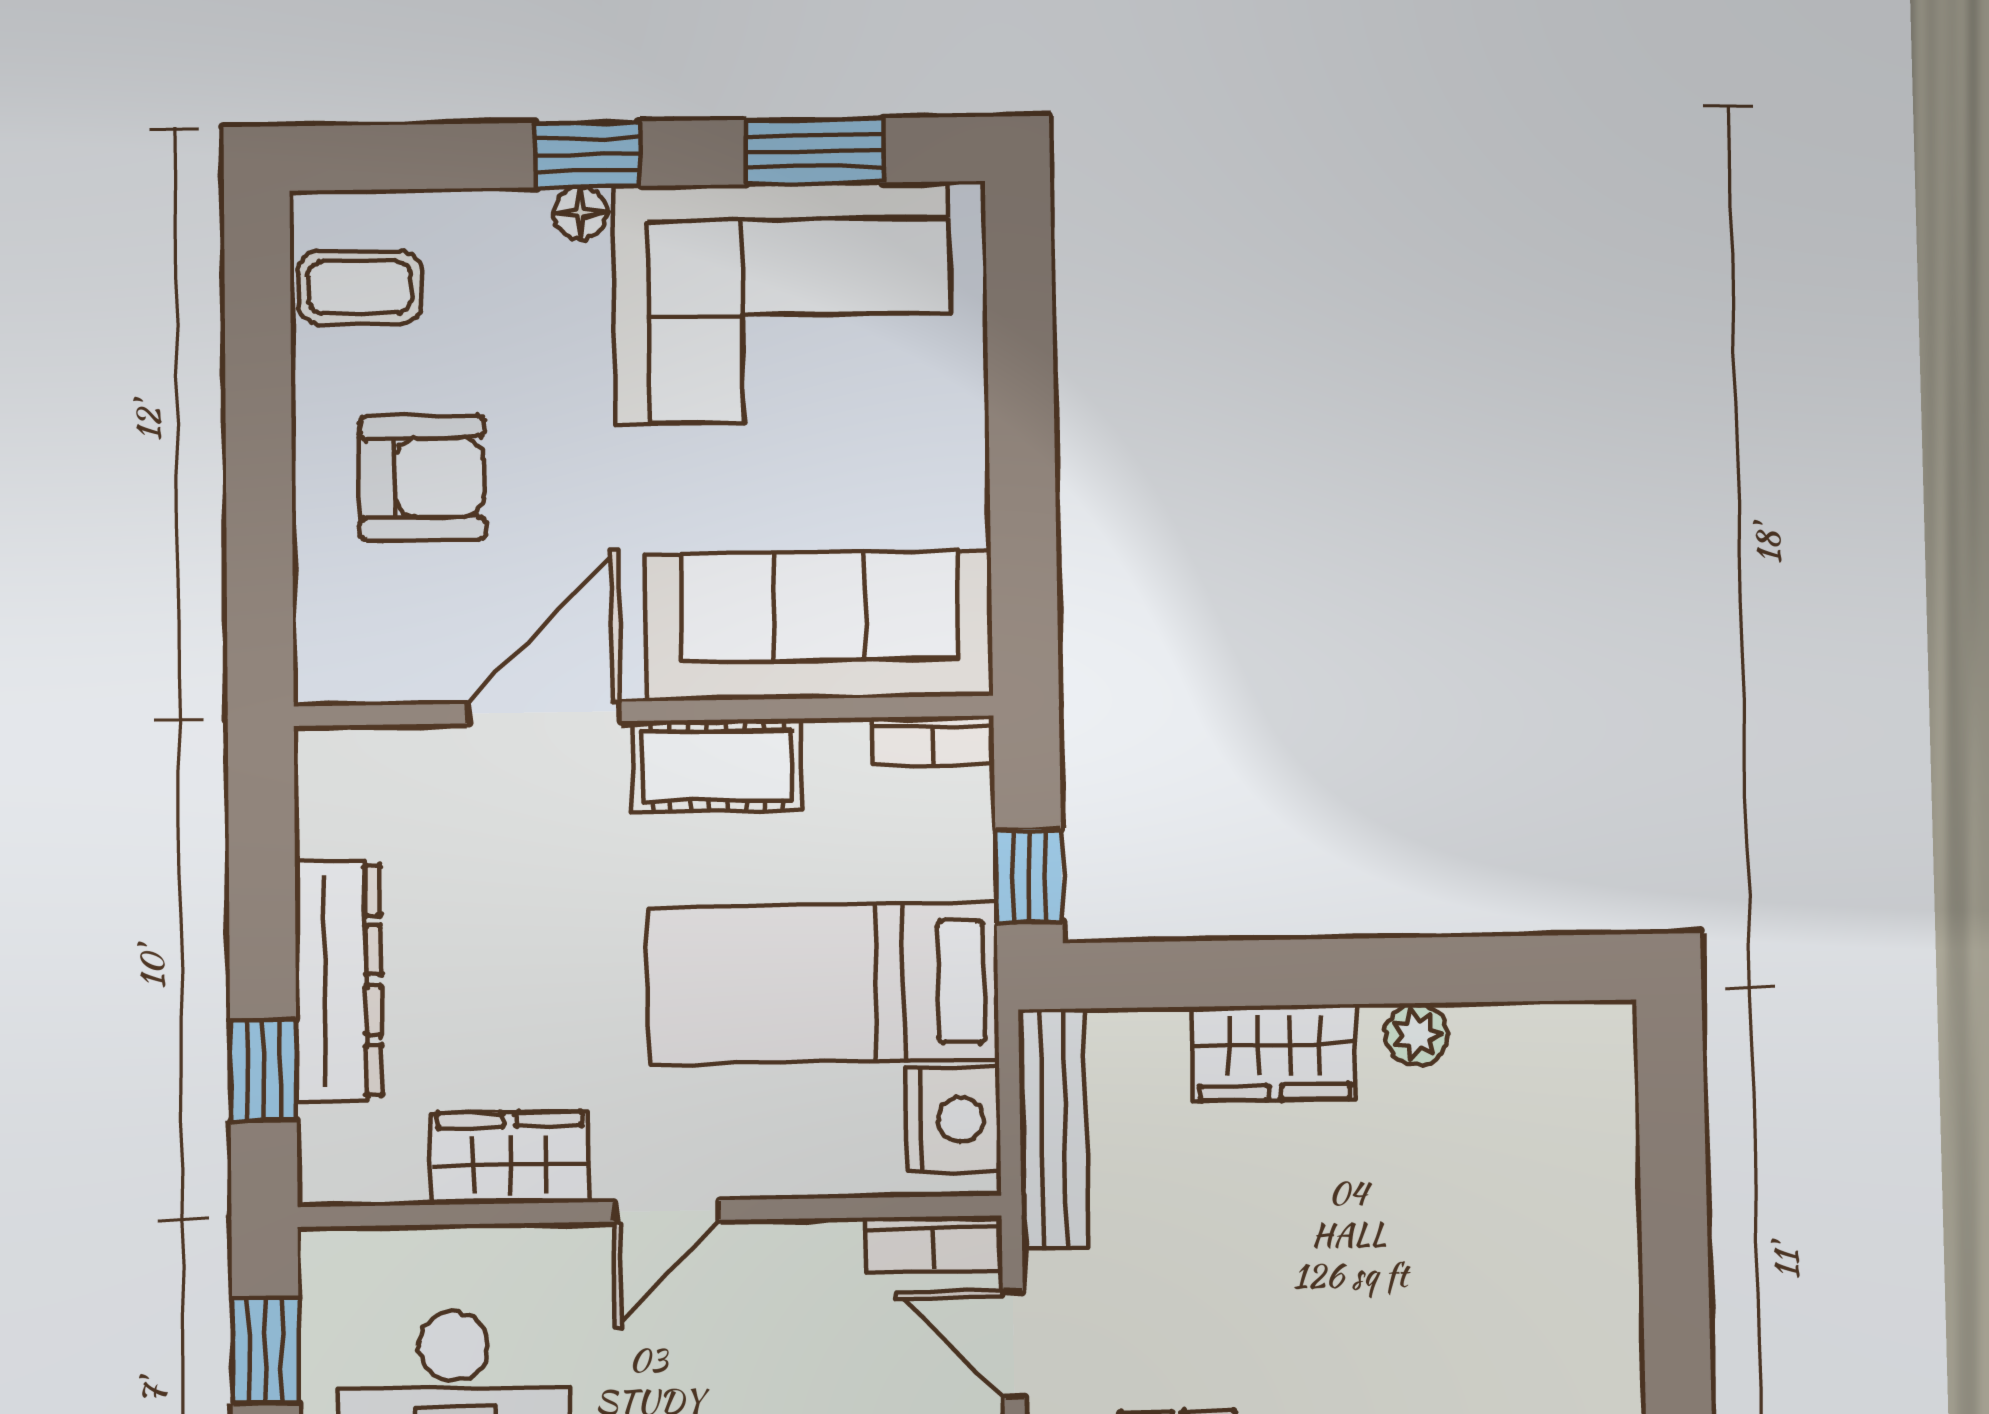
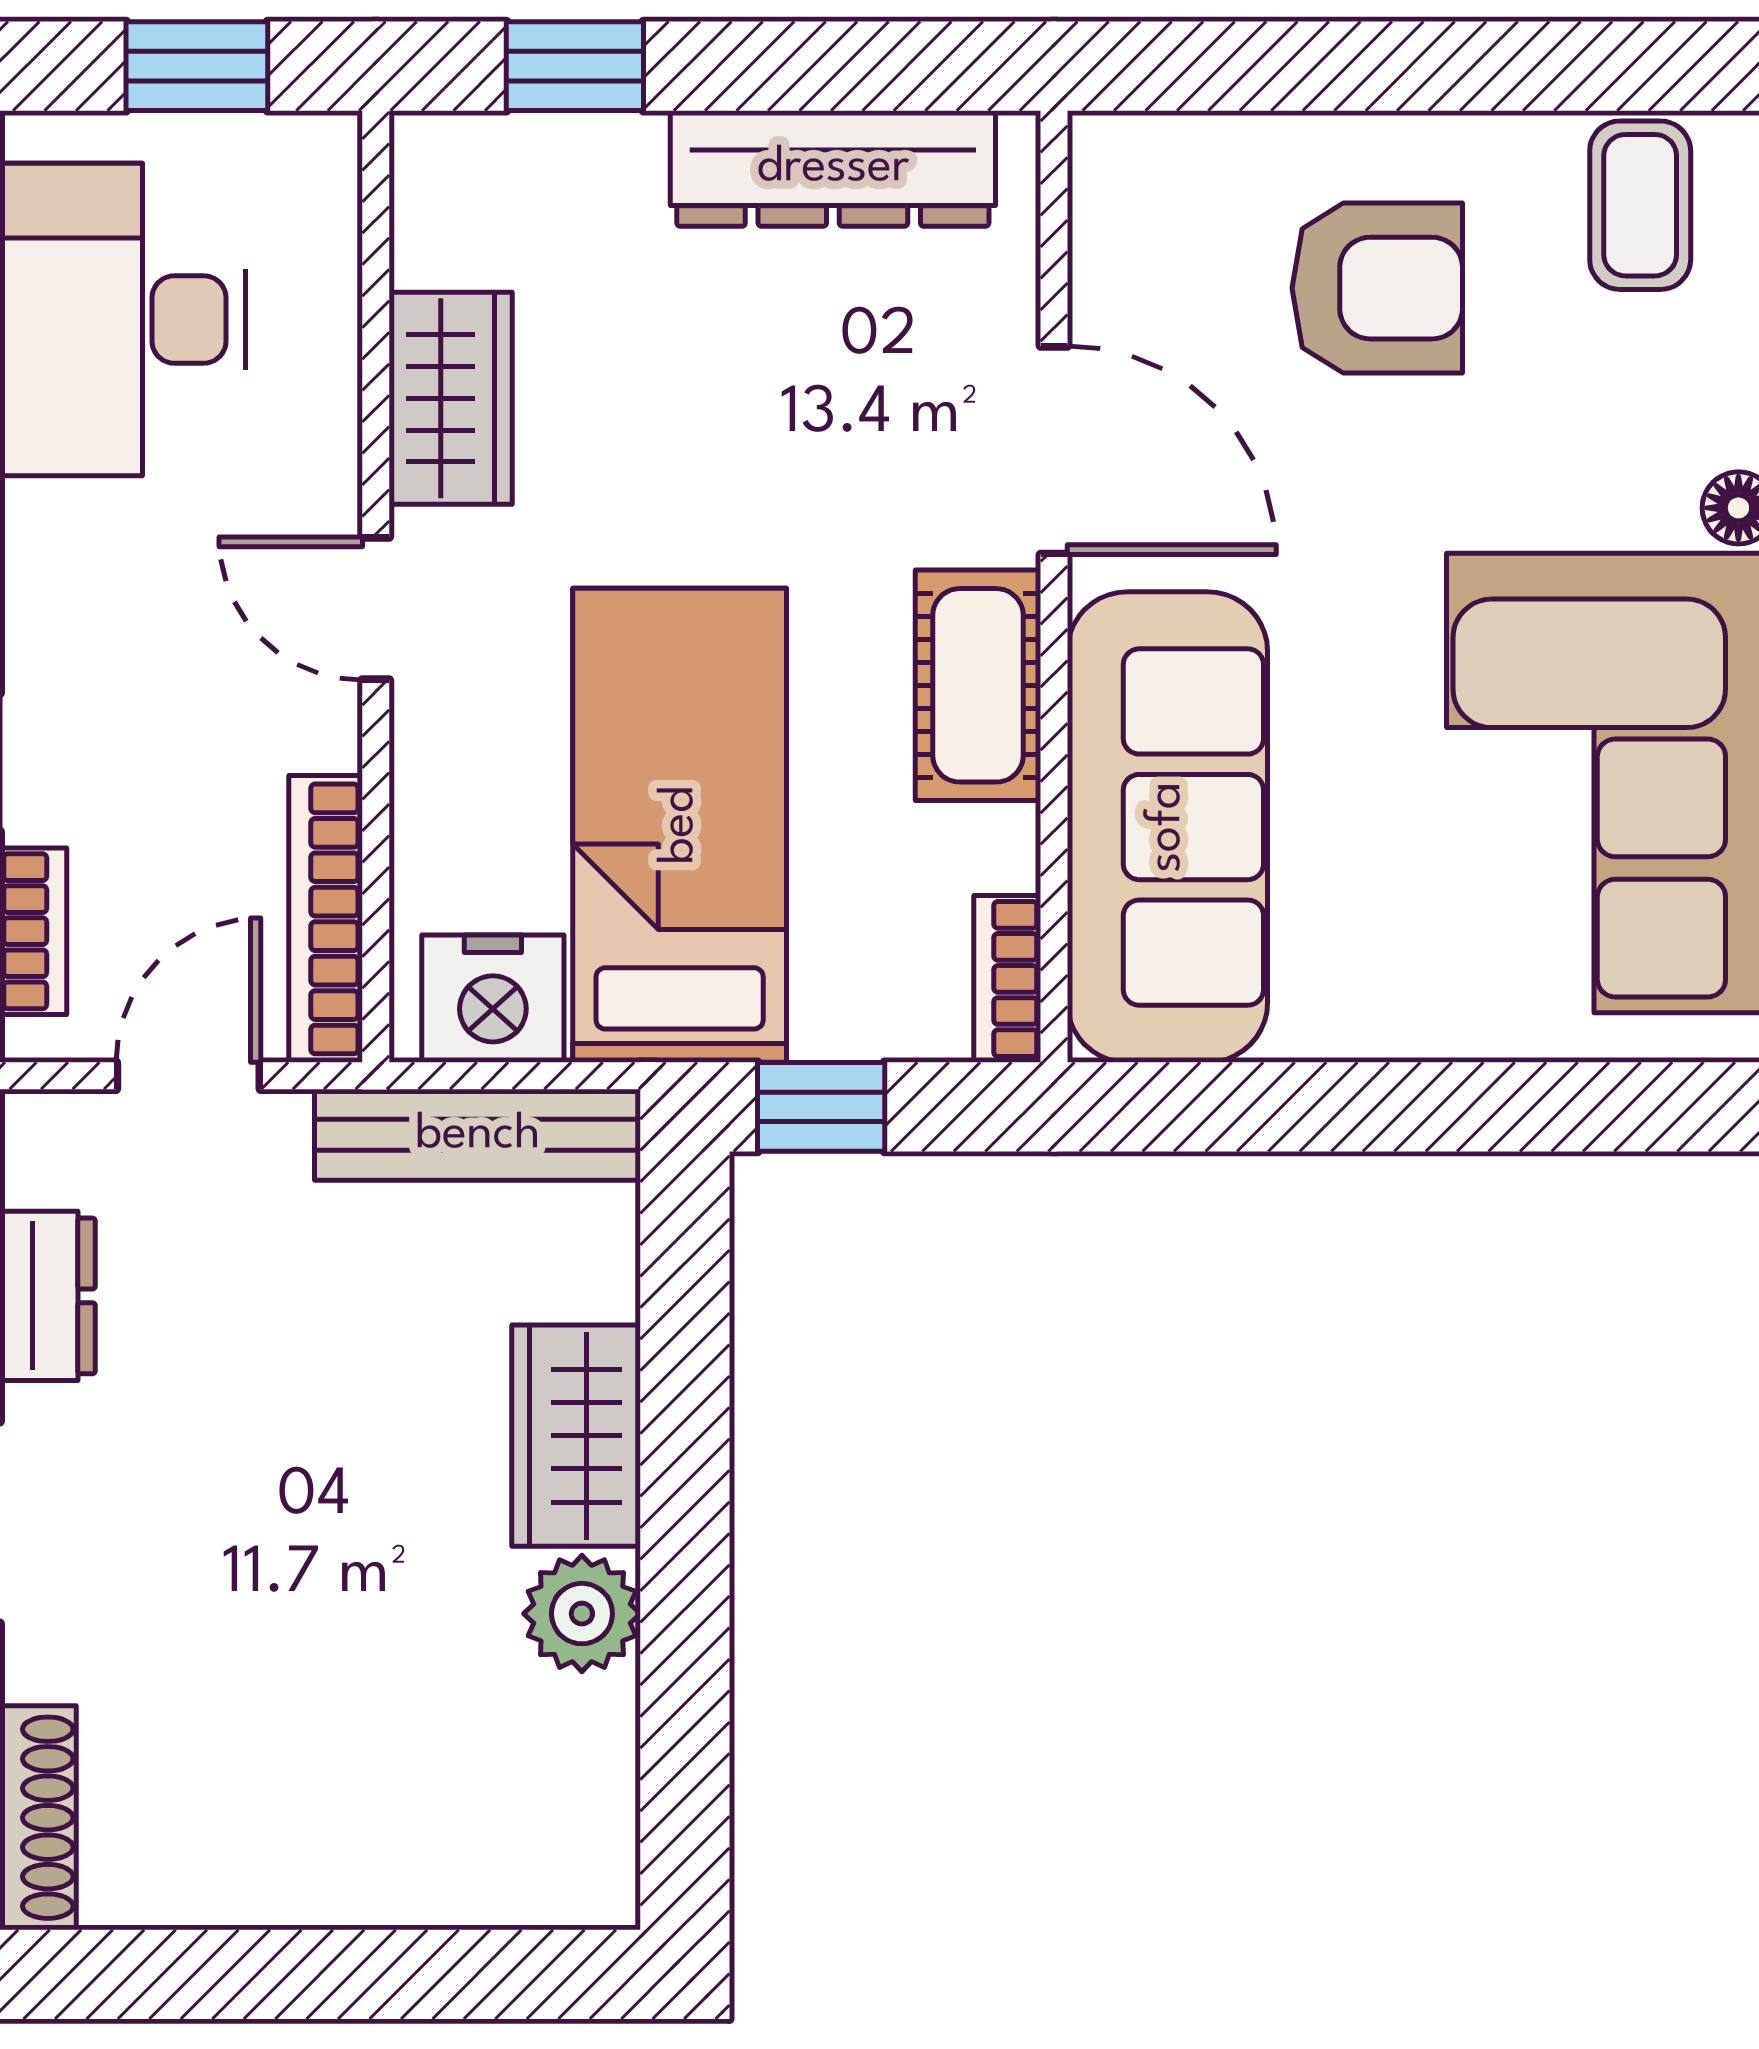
armchair: (422, 478) -> (1377, 288), turned -90
dresser: (338, 981) -> (833, 168), moved
plant: (1416, 1034) -> (582, 1614), width x1.38, depth x1.38
bookcase: (934, 1244) -> (326, 919), width x1.56

